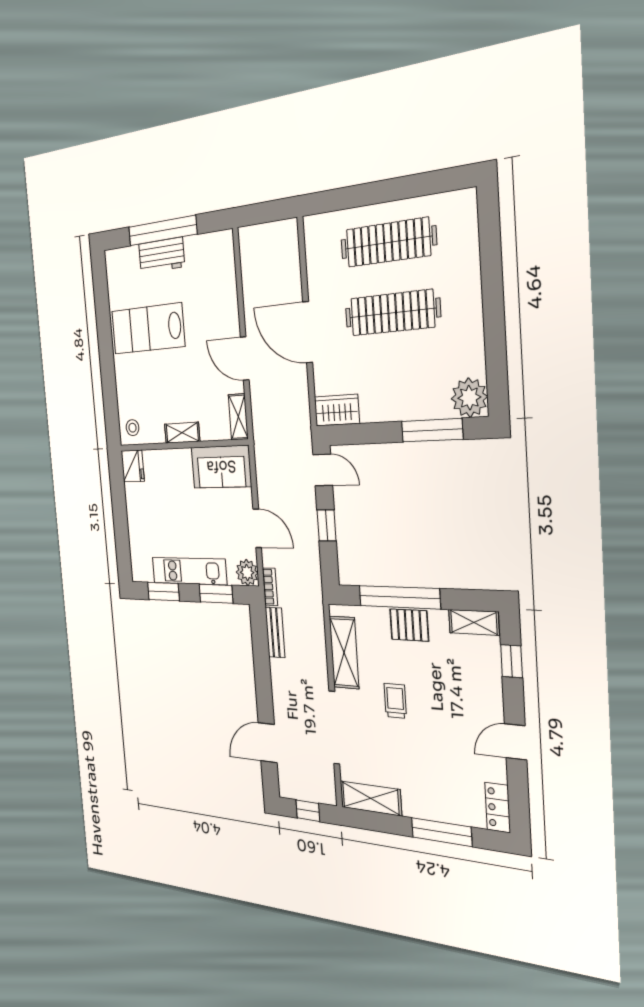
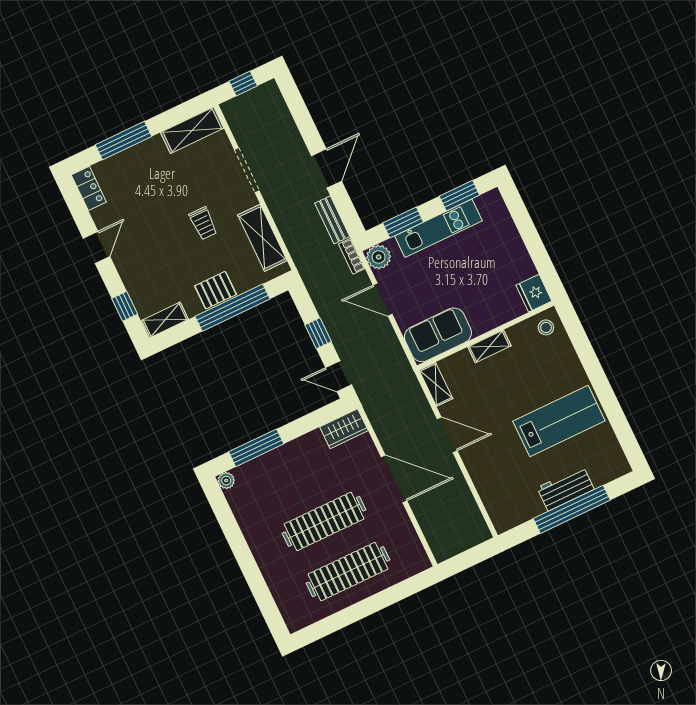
plant: (469, 398) -> (226, 481), width x0.53, depth x0.53
doorway: (334, 728) -> (247, 170), width x0.73
door: (268, 743) -> (327, 168), moved

